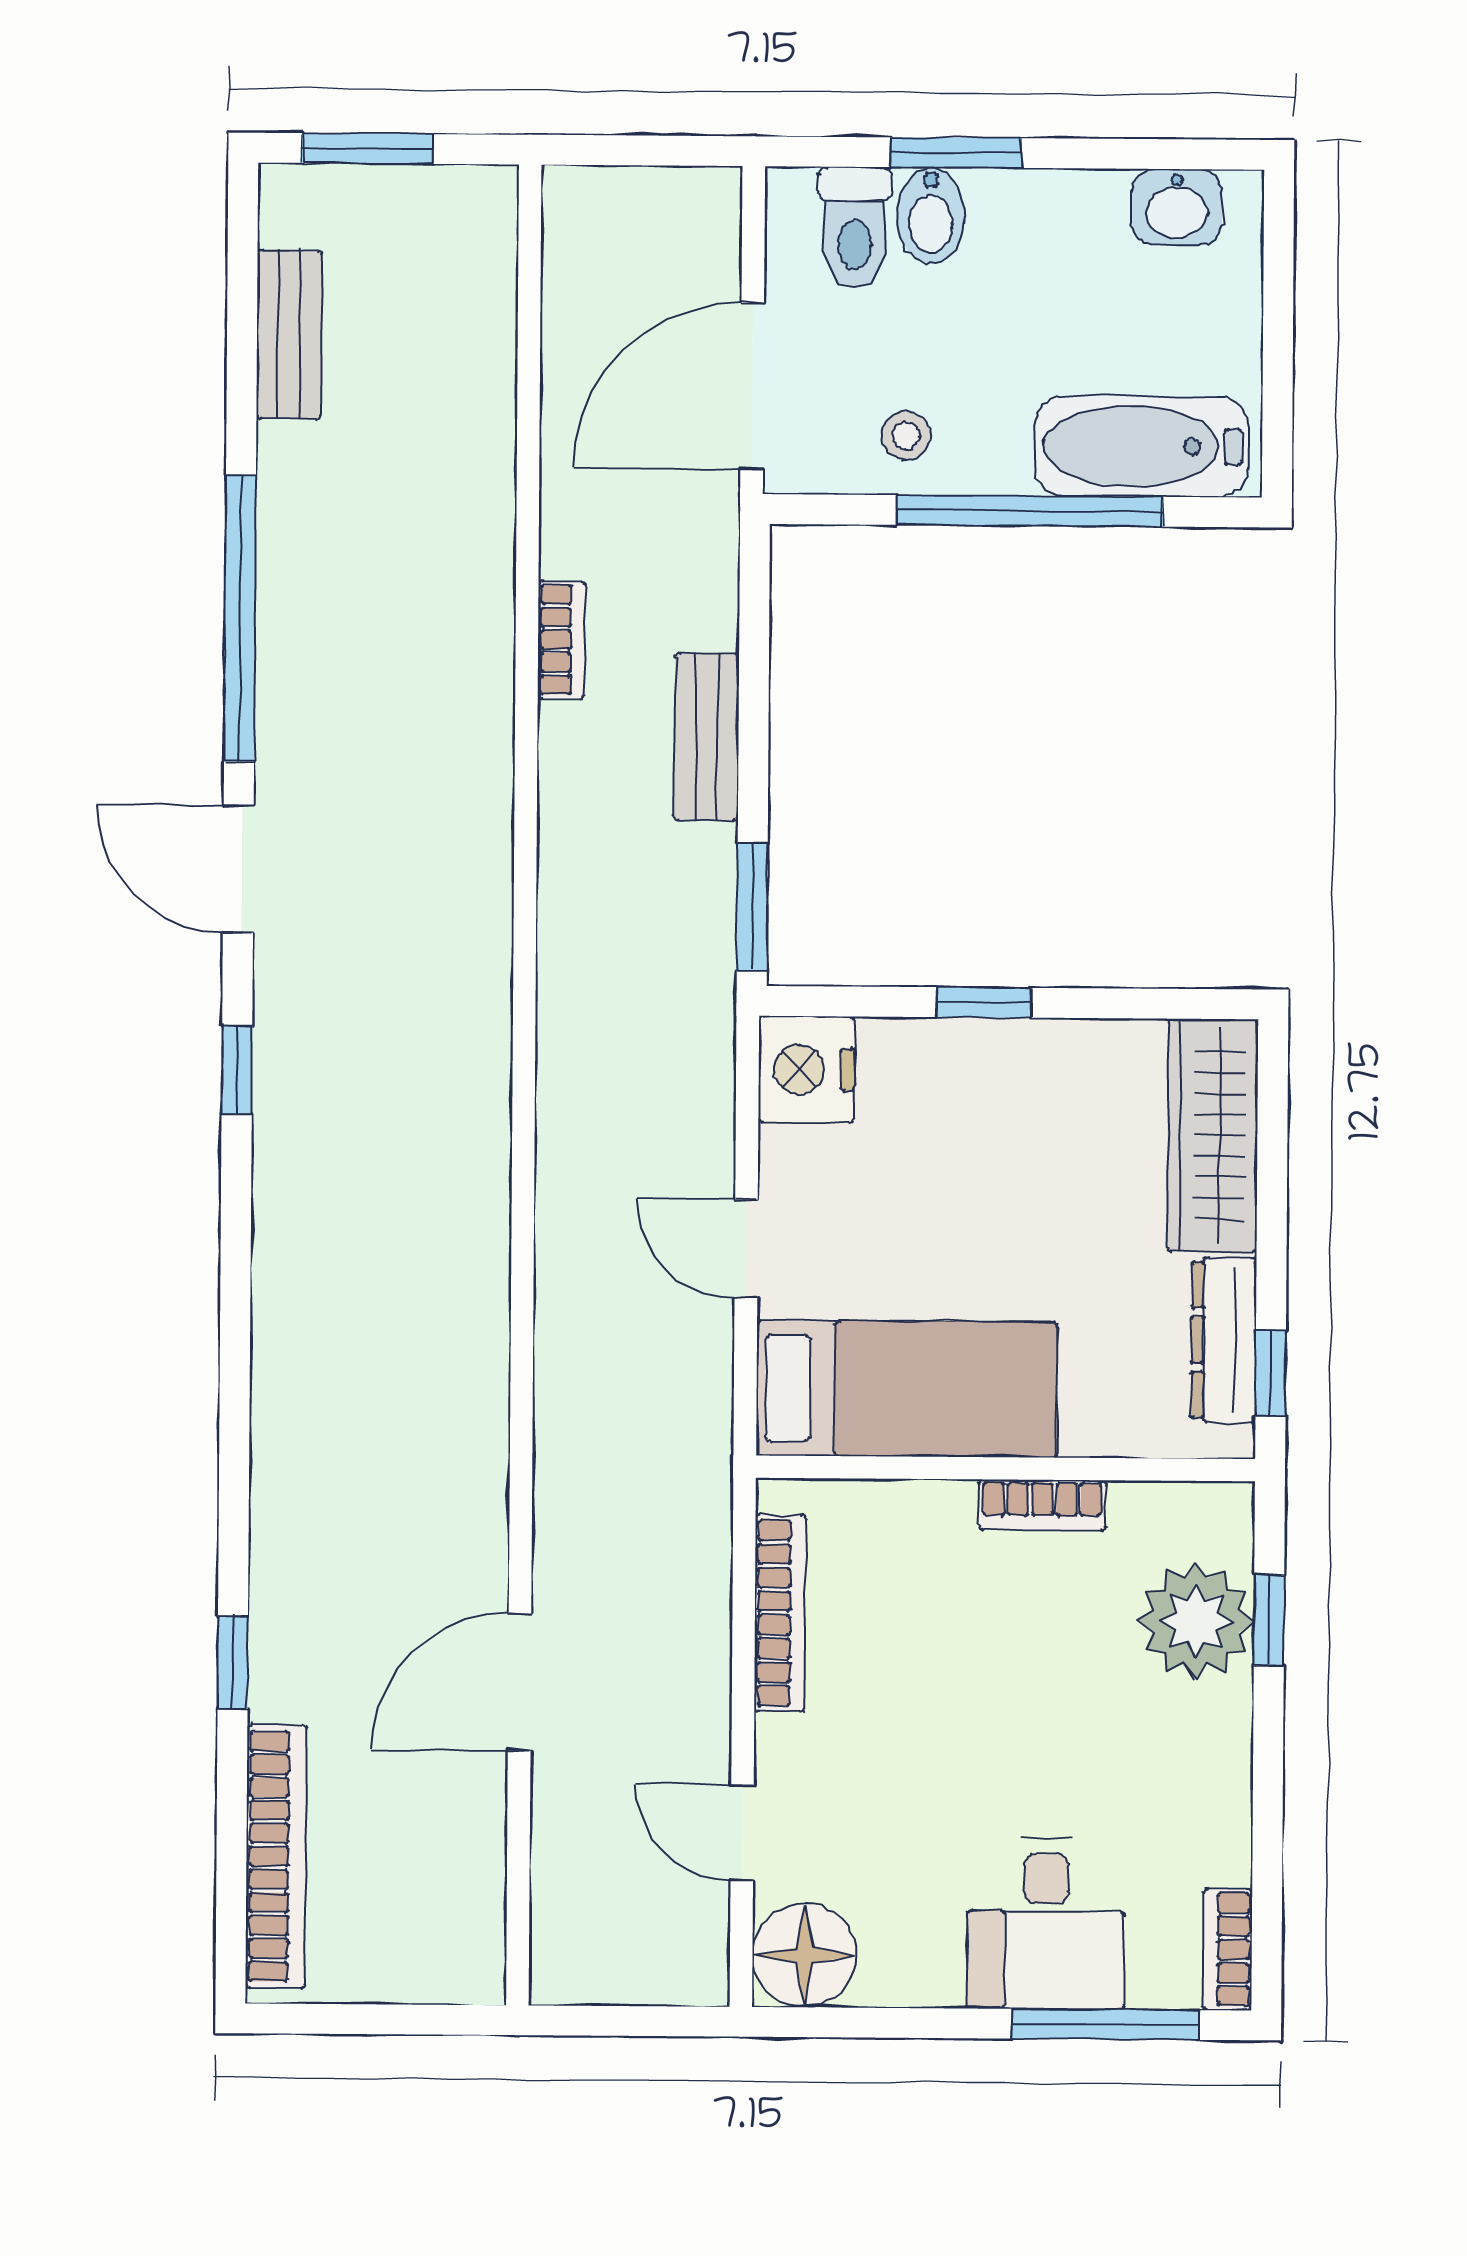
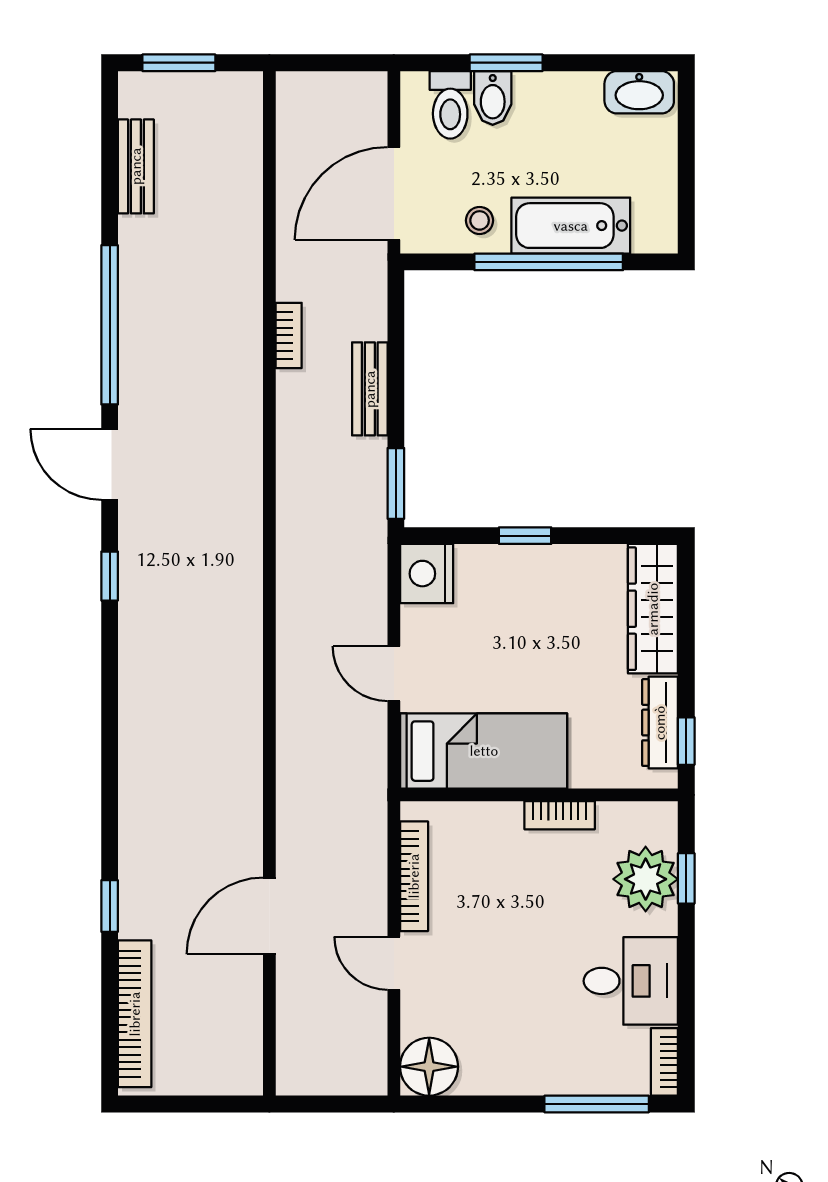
washbasin: (1177, 207) -> (639, 92), width x1.38
bathtub: (1141, 446) -> (571, 226), moved
door: (742, 1833) -> (394, 963), moved
desk: (1046, 1924) -> (631, 981), moved, turned -90

